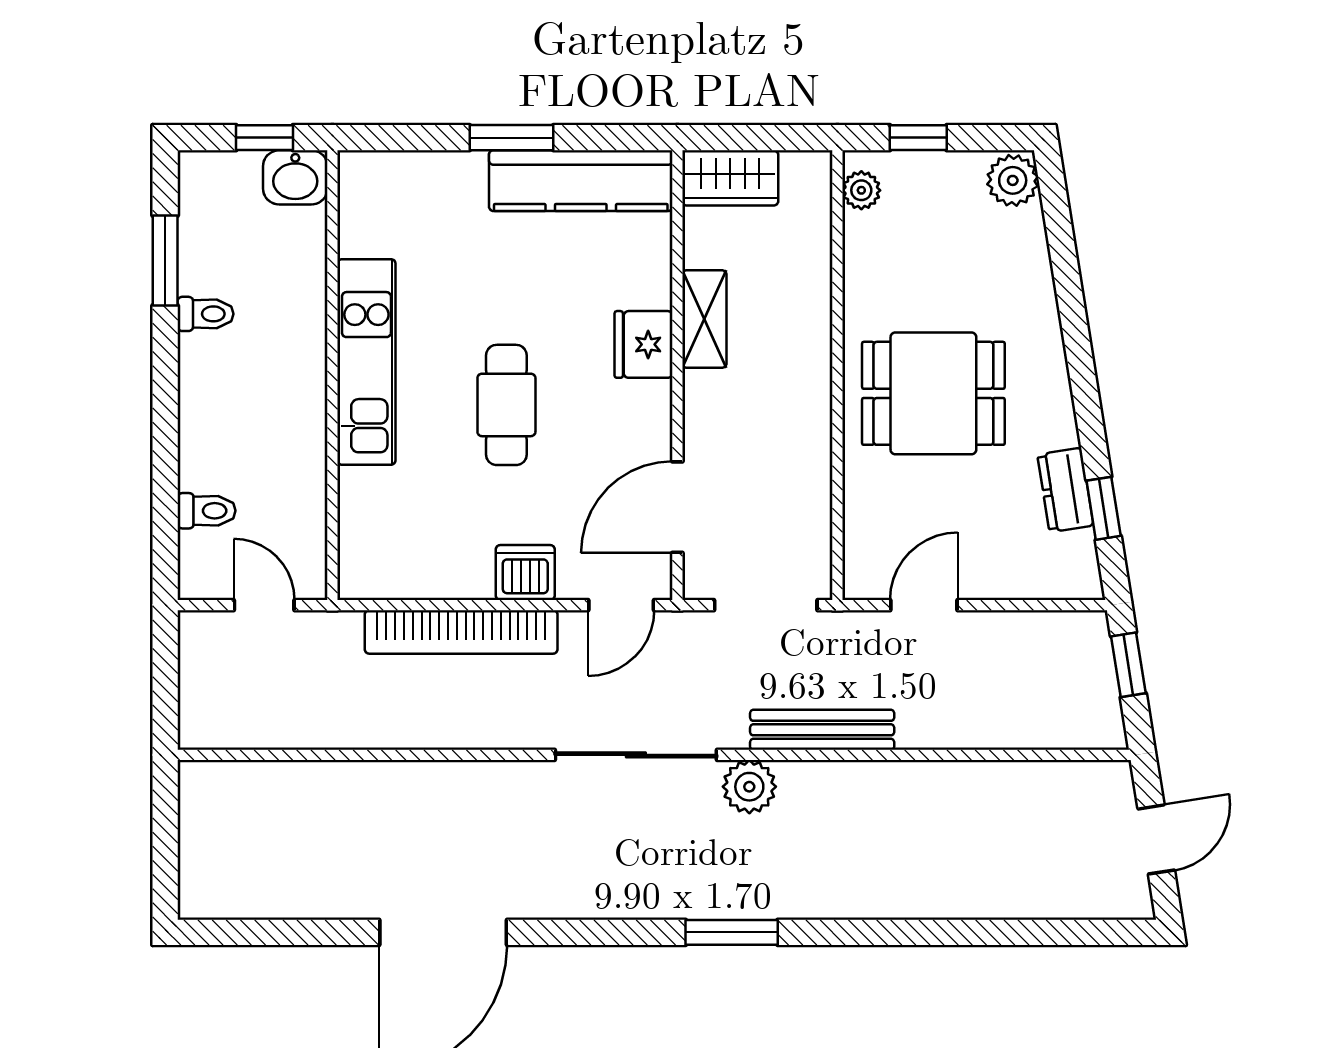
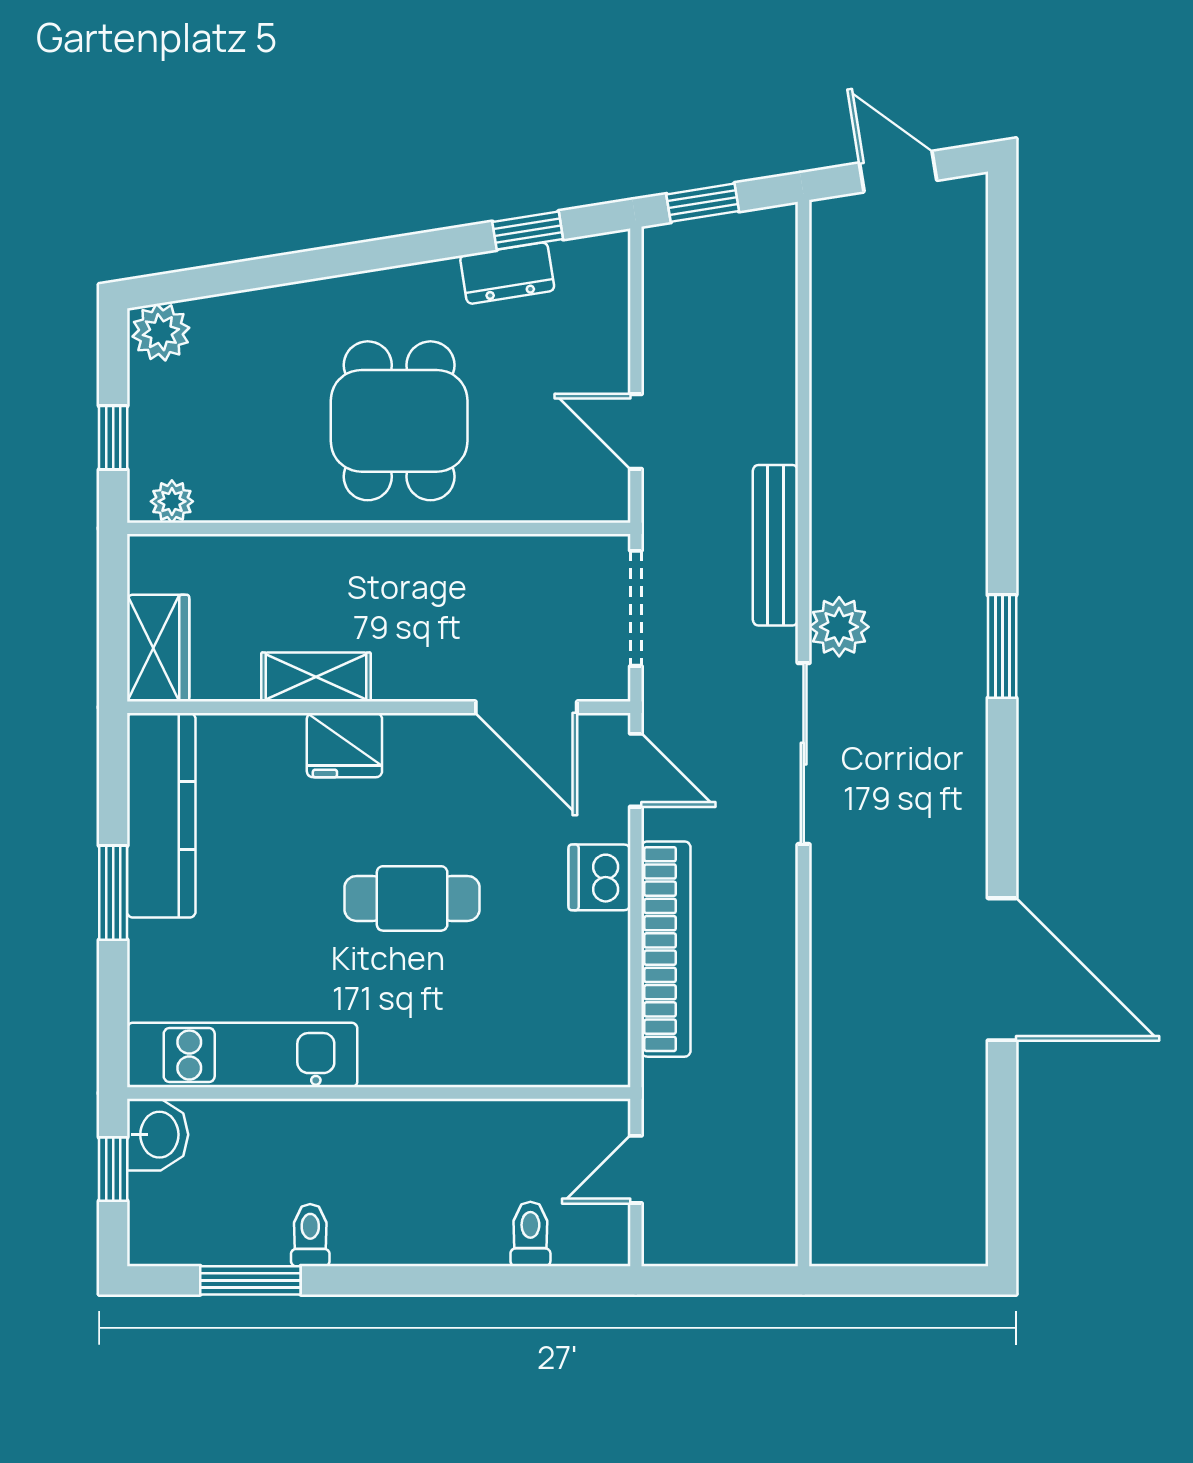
kitchen unit: (366, 362) -> (242, 1055), moved

